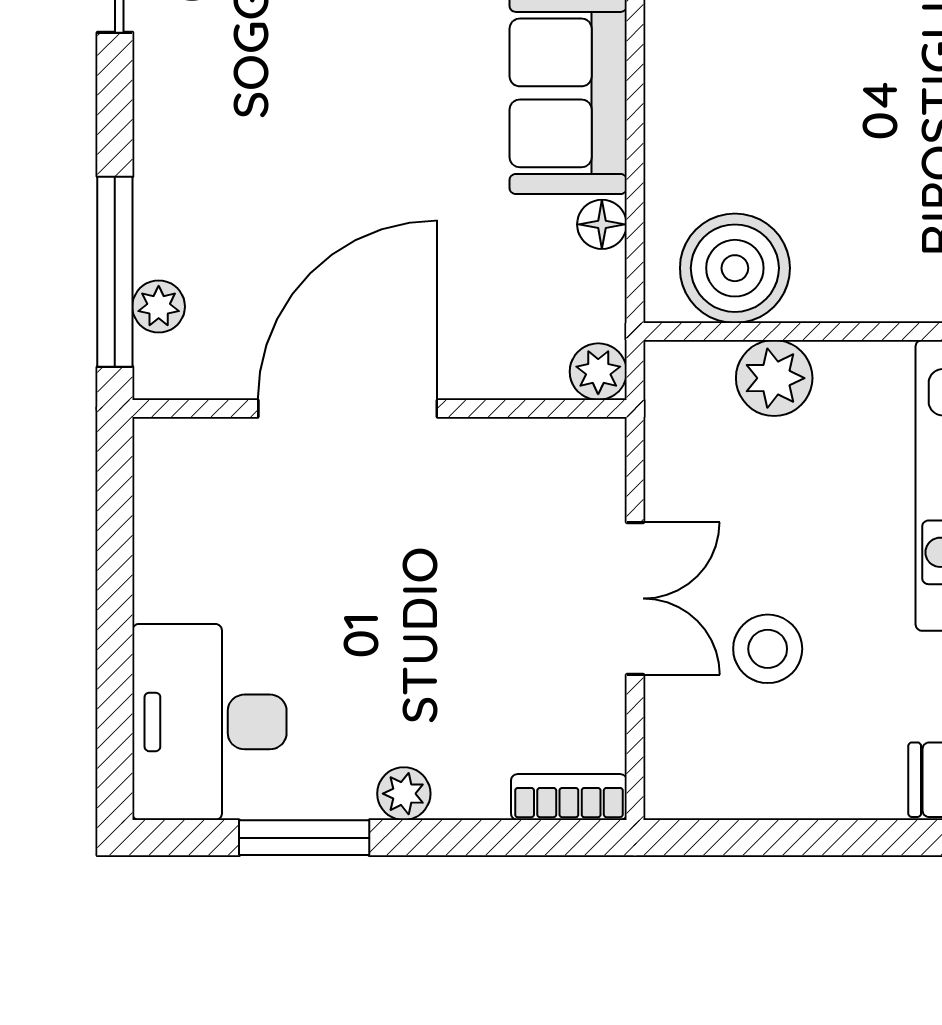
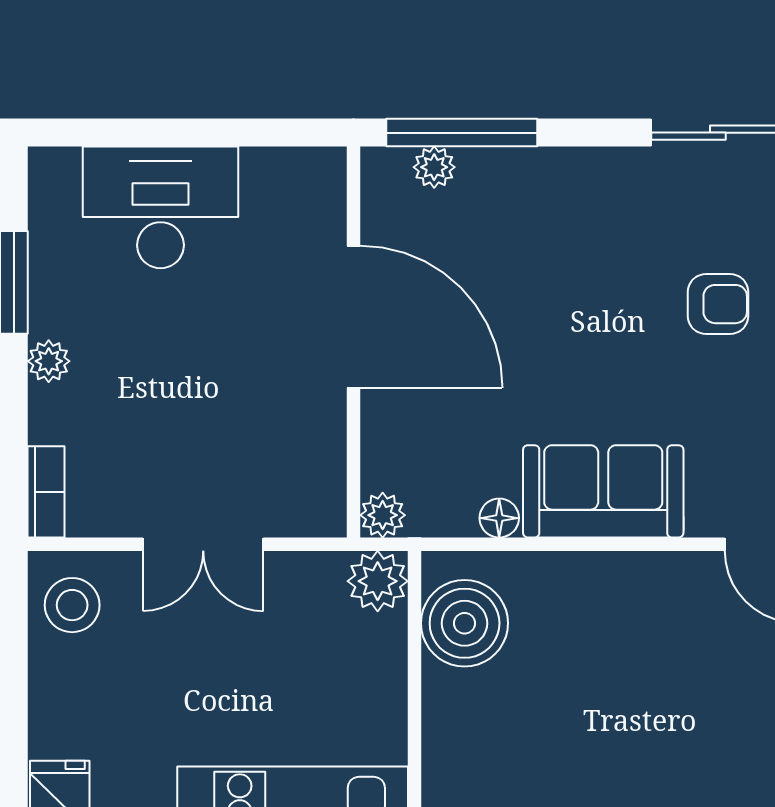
plant: (774, 378) -> (378, 581), moved
stool: (768, 649) -> (72, 605), moved
desk: (209, 722) -> (160, 207), moved

